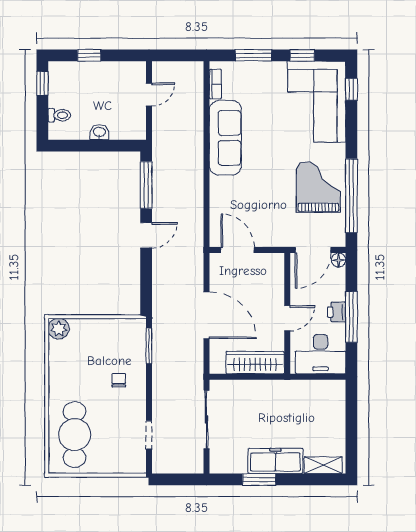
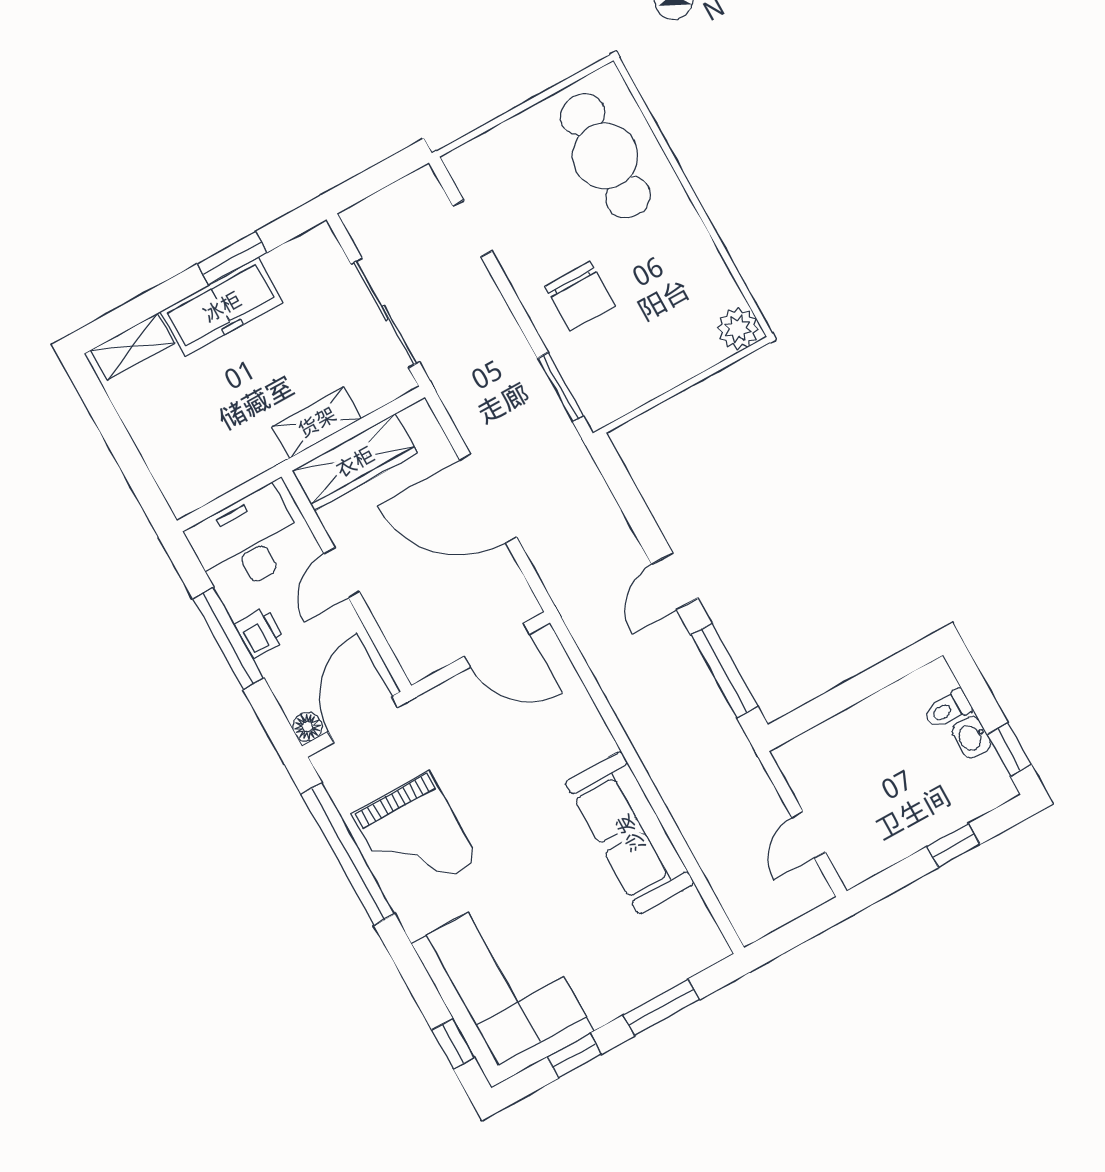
bookcase: (215, 84) -> (701, 919), removed
washbasin: (99, 132) -> (971, 737), moved, turned 90
chair: (119, 380) -> (580, 296), width x1.87, depth x1.87
shelving: (262, 389) -> (317, 422), added

